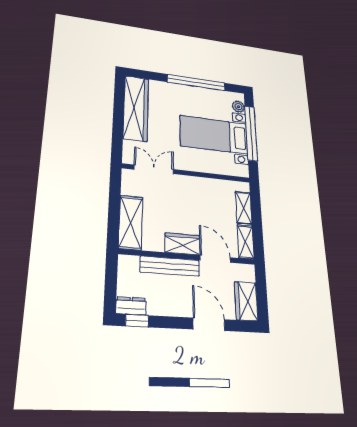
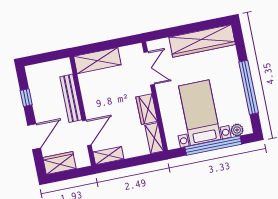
shelving: (244, 208) -> (154, 138), moved, turned 90
wardrobe: (182, 244) -> (147, 109), moved, turned 180
dresser: (131, 306) -> (33, 76), removed
window: (137, 321) -> (26, 98), moved

